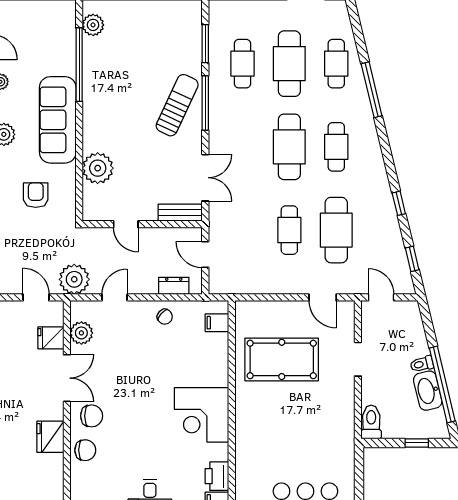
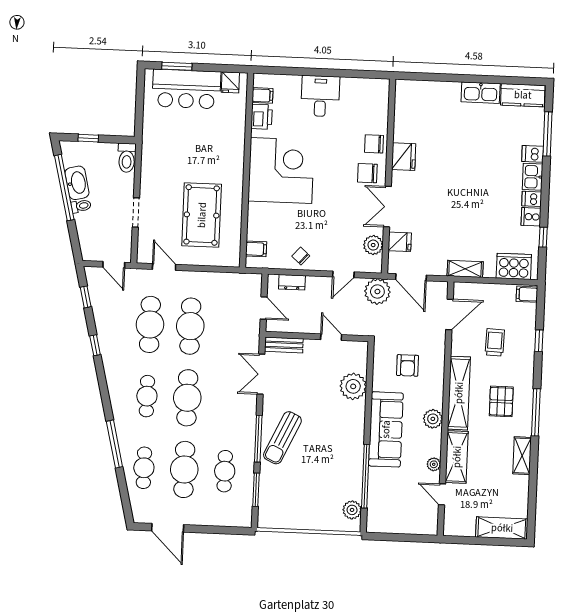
cafe table: (289, 230) -> (190, 326), width x1.37, depth x1.35
door: (36, 297) -> (411, 277), width x1.38
pool table: (282, 359) -> (202, 215), turned 90
corner desk: (201, 415) -> (281, 170), width x1.36, depth x1.36

